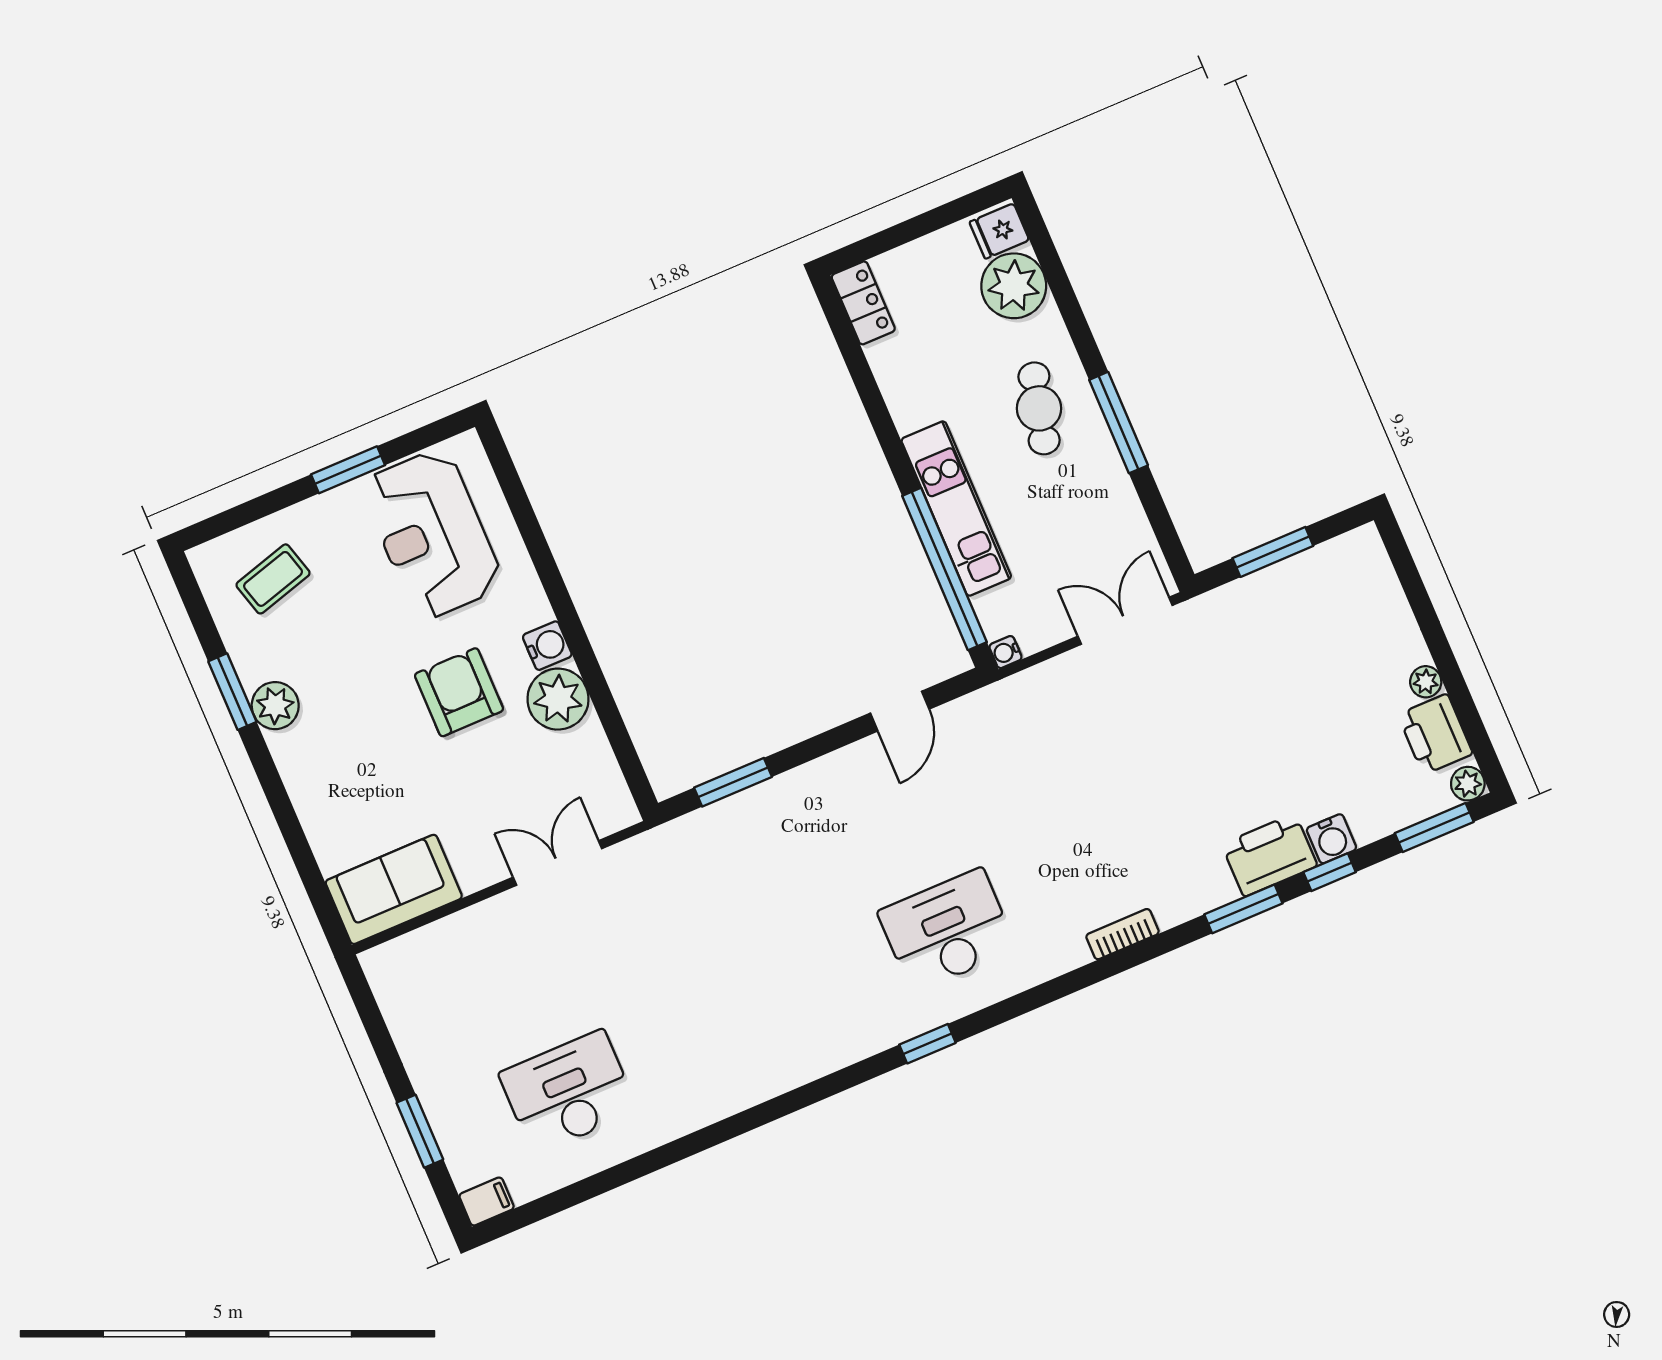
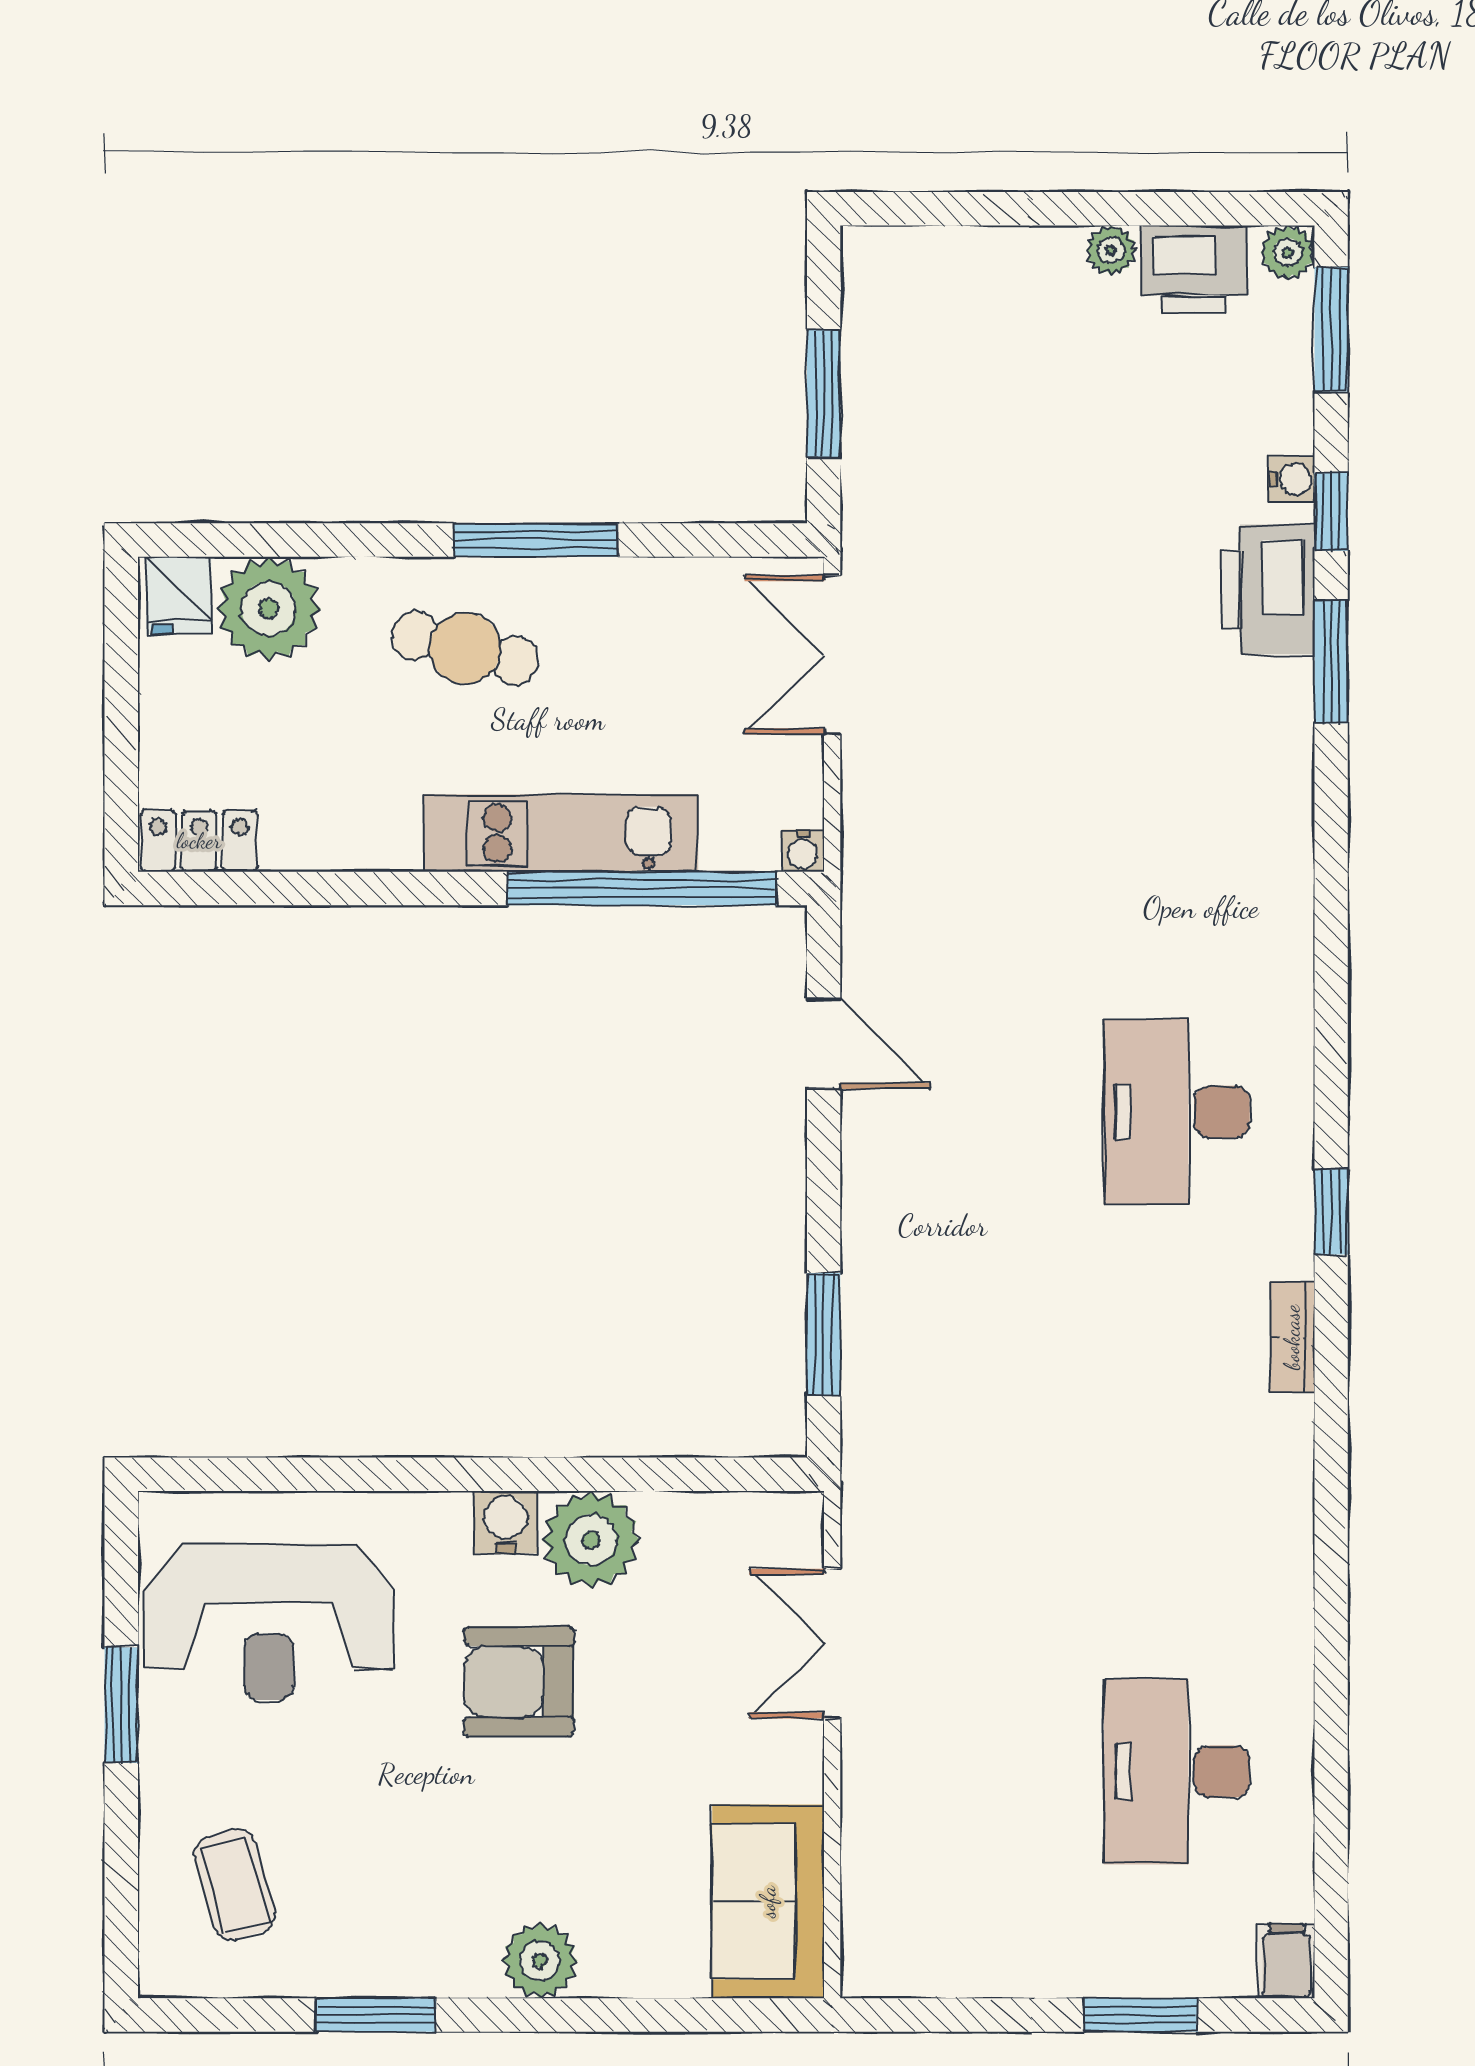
plant: (275, 706) -> (540, 1961), moved
water cooler: (1331, 839) -> (1292, 479), width x0.72, depth x0.72
bookcase: (1122, 934) -> (1292, 1337), moved

